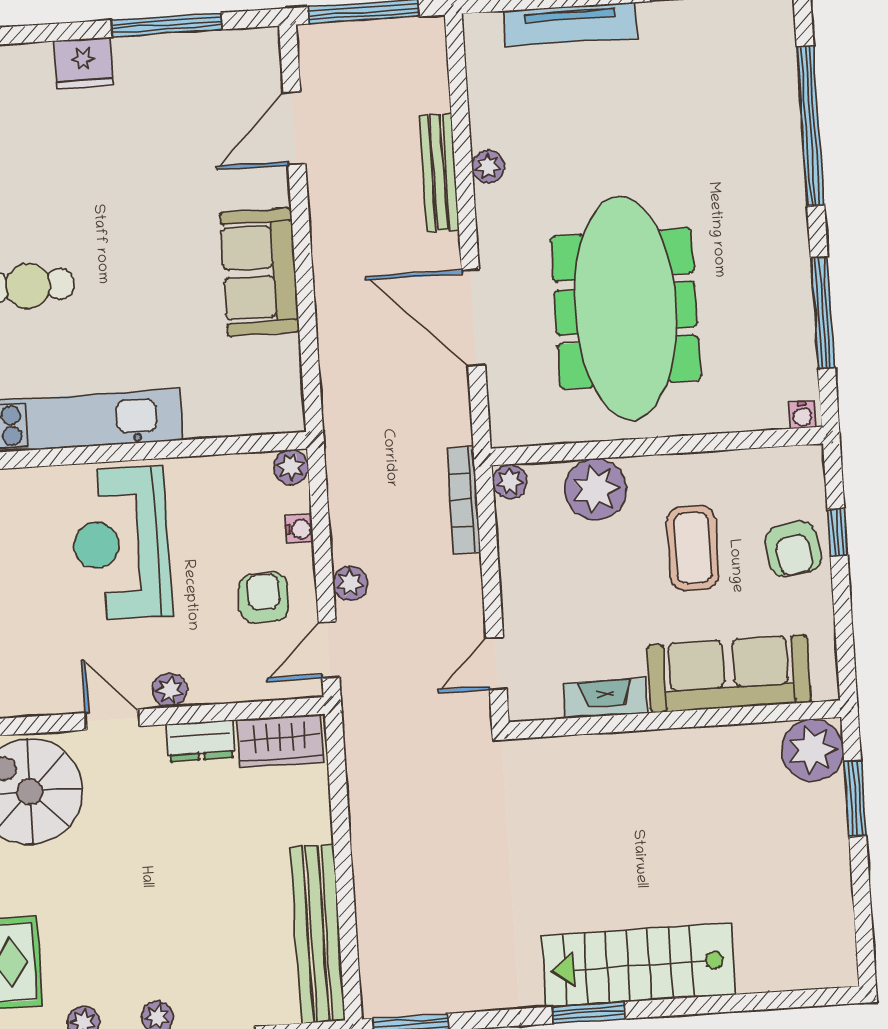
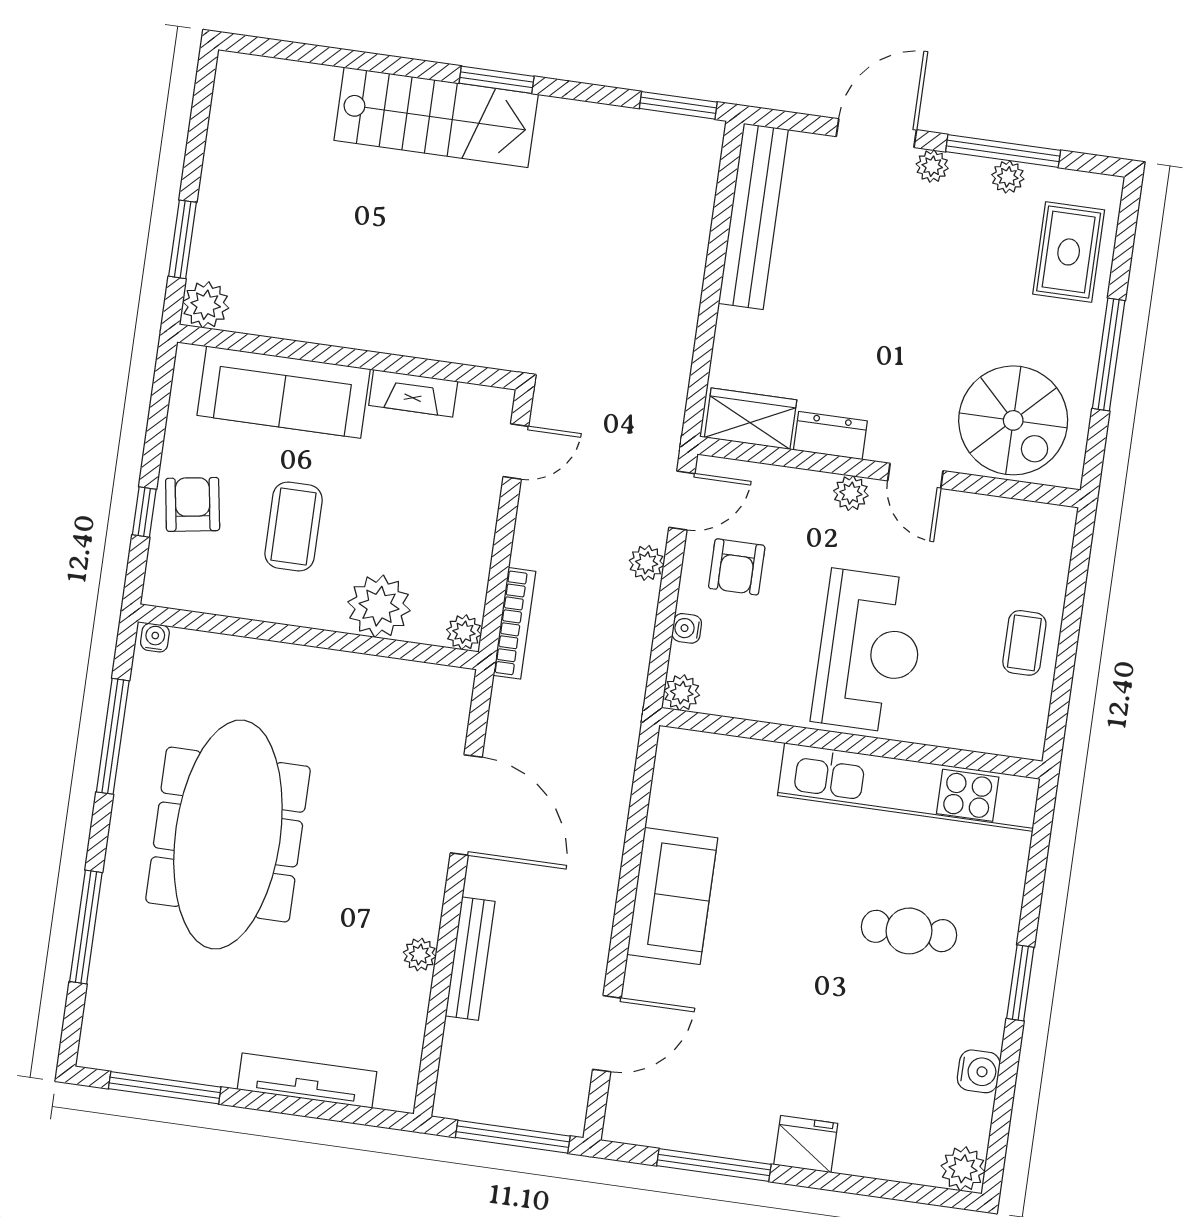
window: (810, 126) -> (86, 927), width x0.68
meeting table: (626, 308) -> (228, 835), moved
plant: (812, 750) -> (206, 305), width x0.73, depth x0.73

